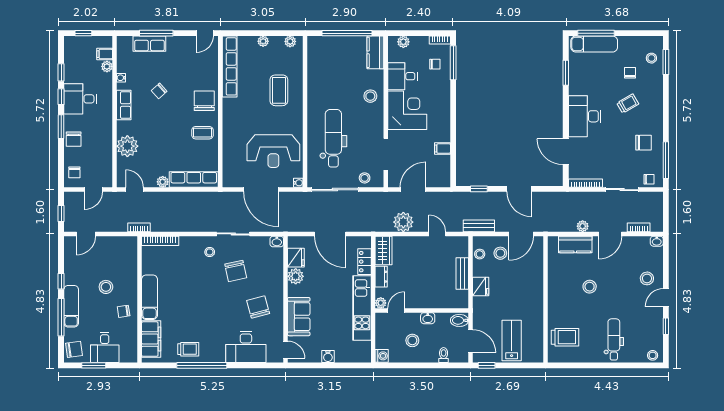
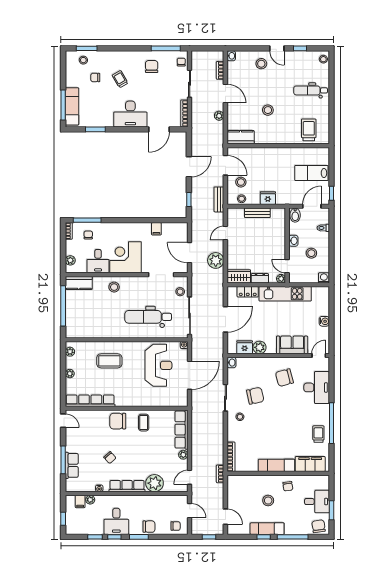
row of seats: (124, 105) -> (127, 486), width x1.48
kitchen counter: (575, 244) -> (241, 137), moved, turned -90
exam couch: (71, 306) -> (267, 529), moved

